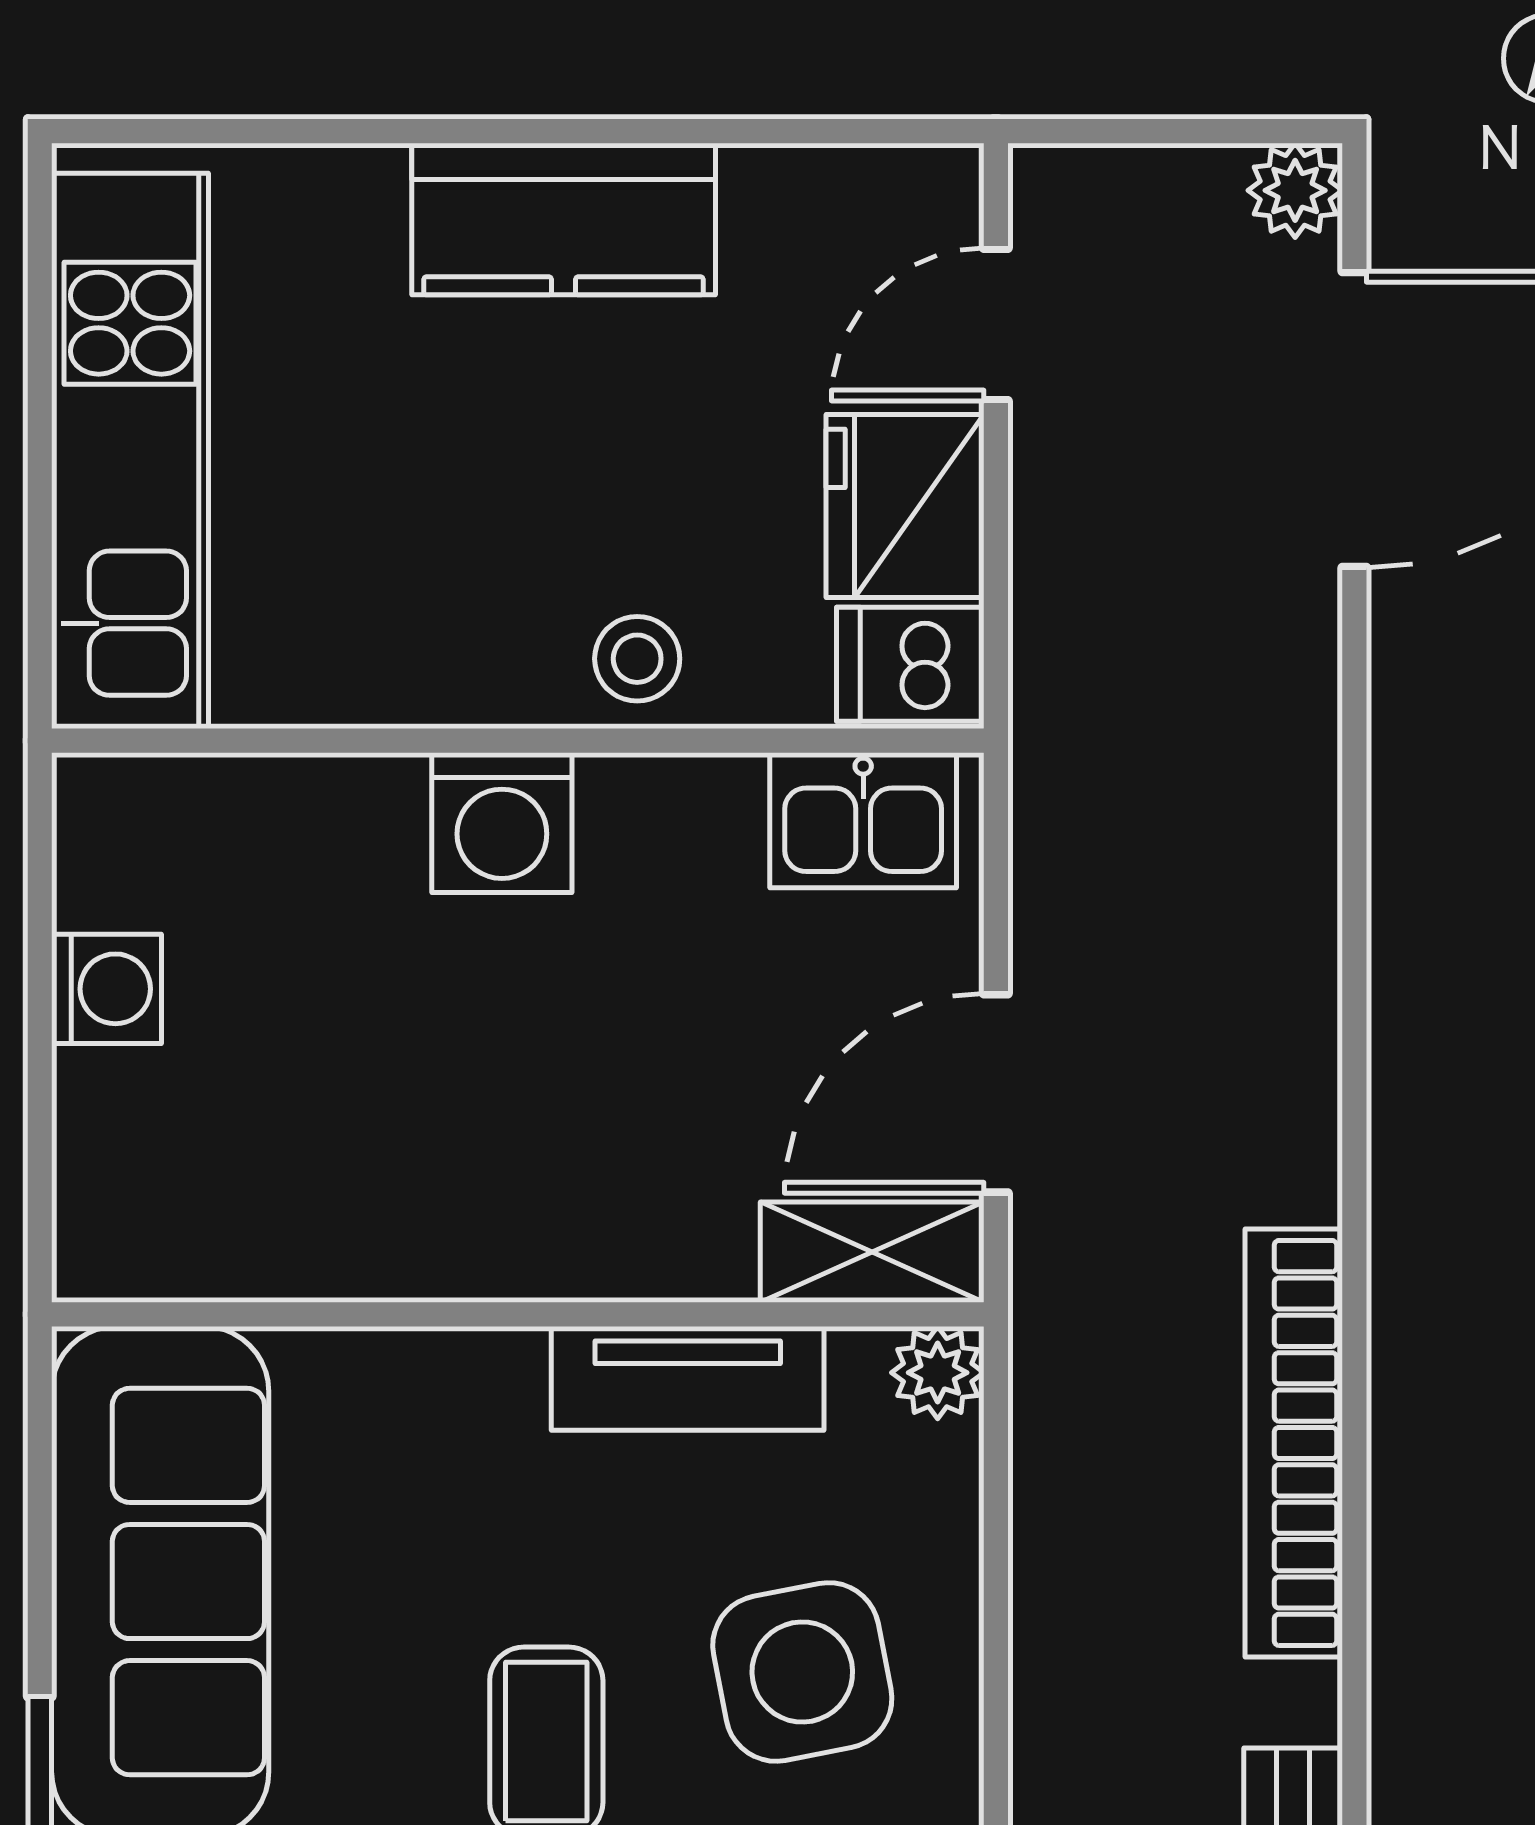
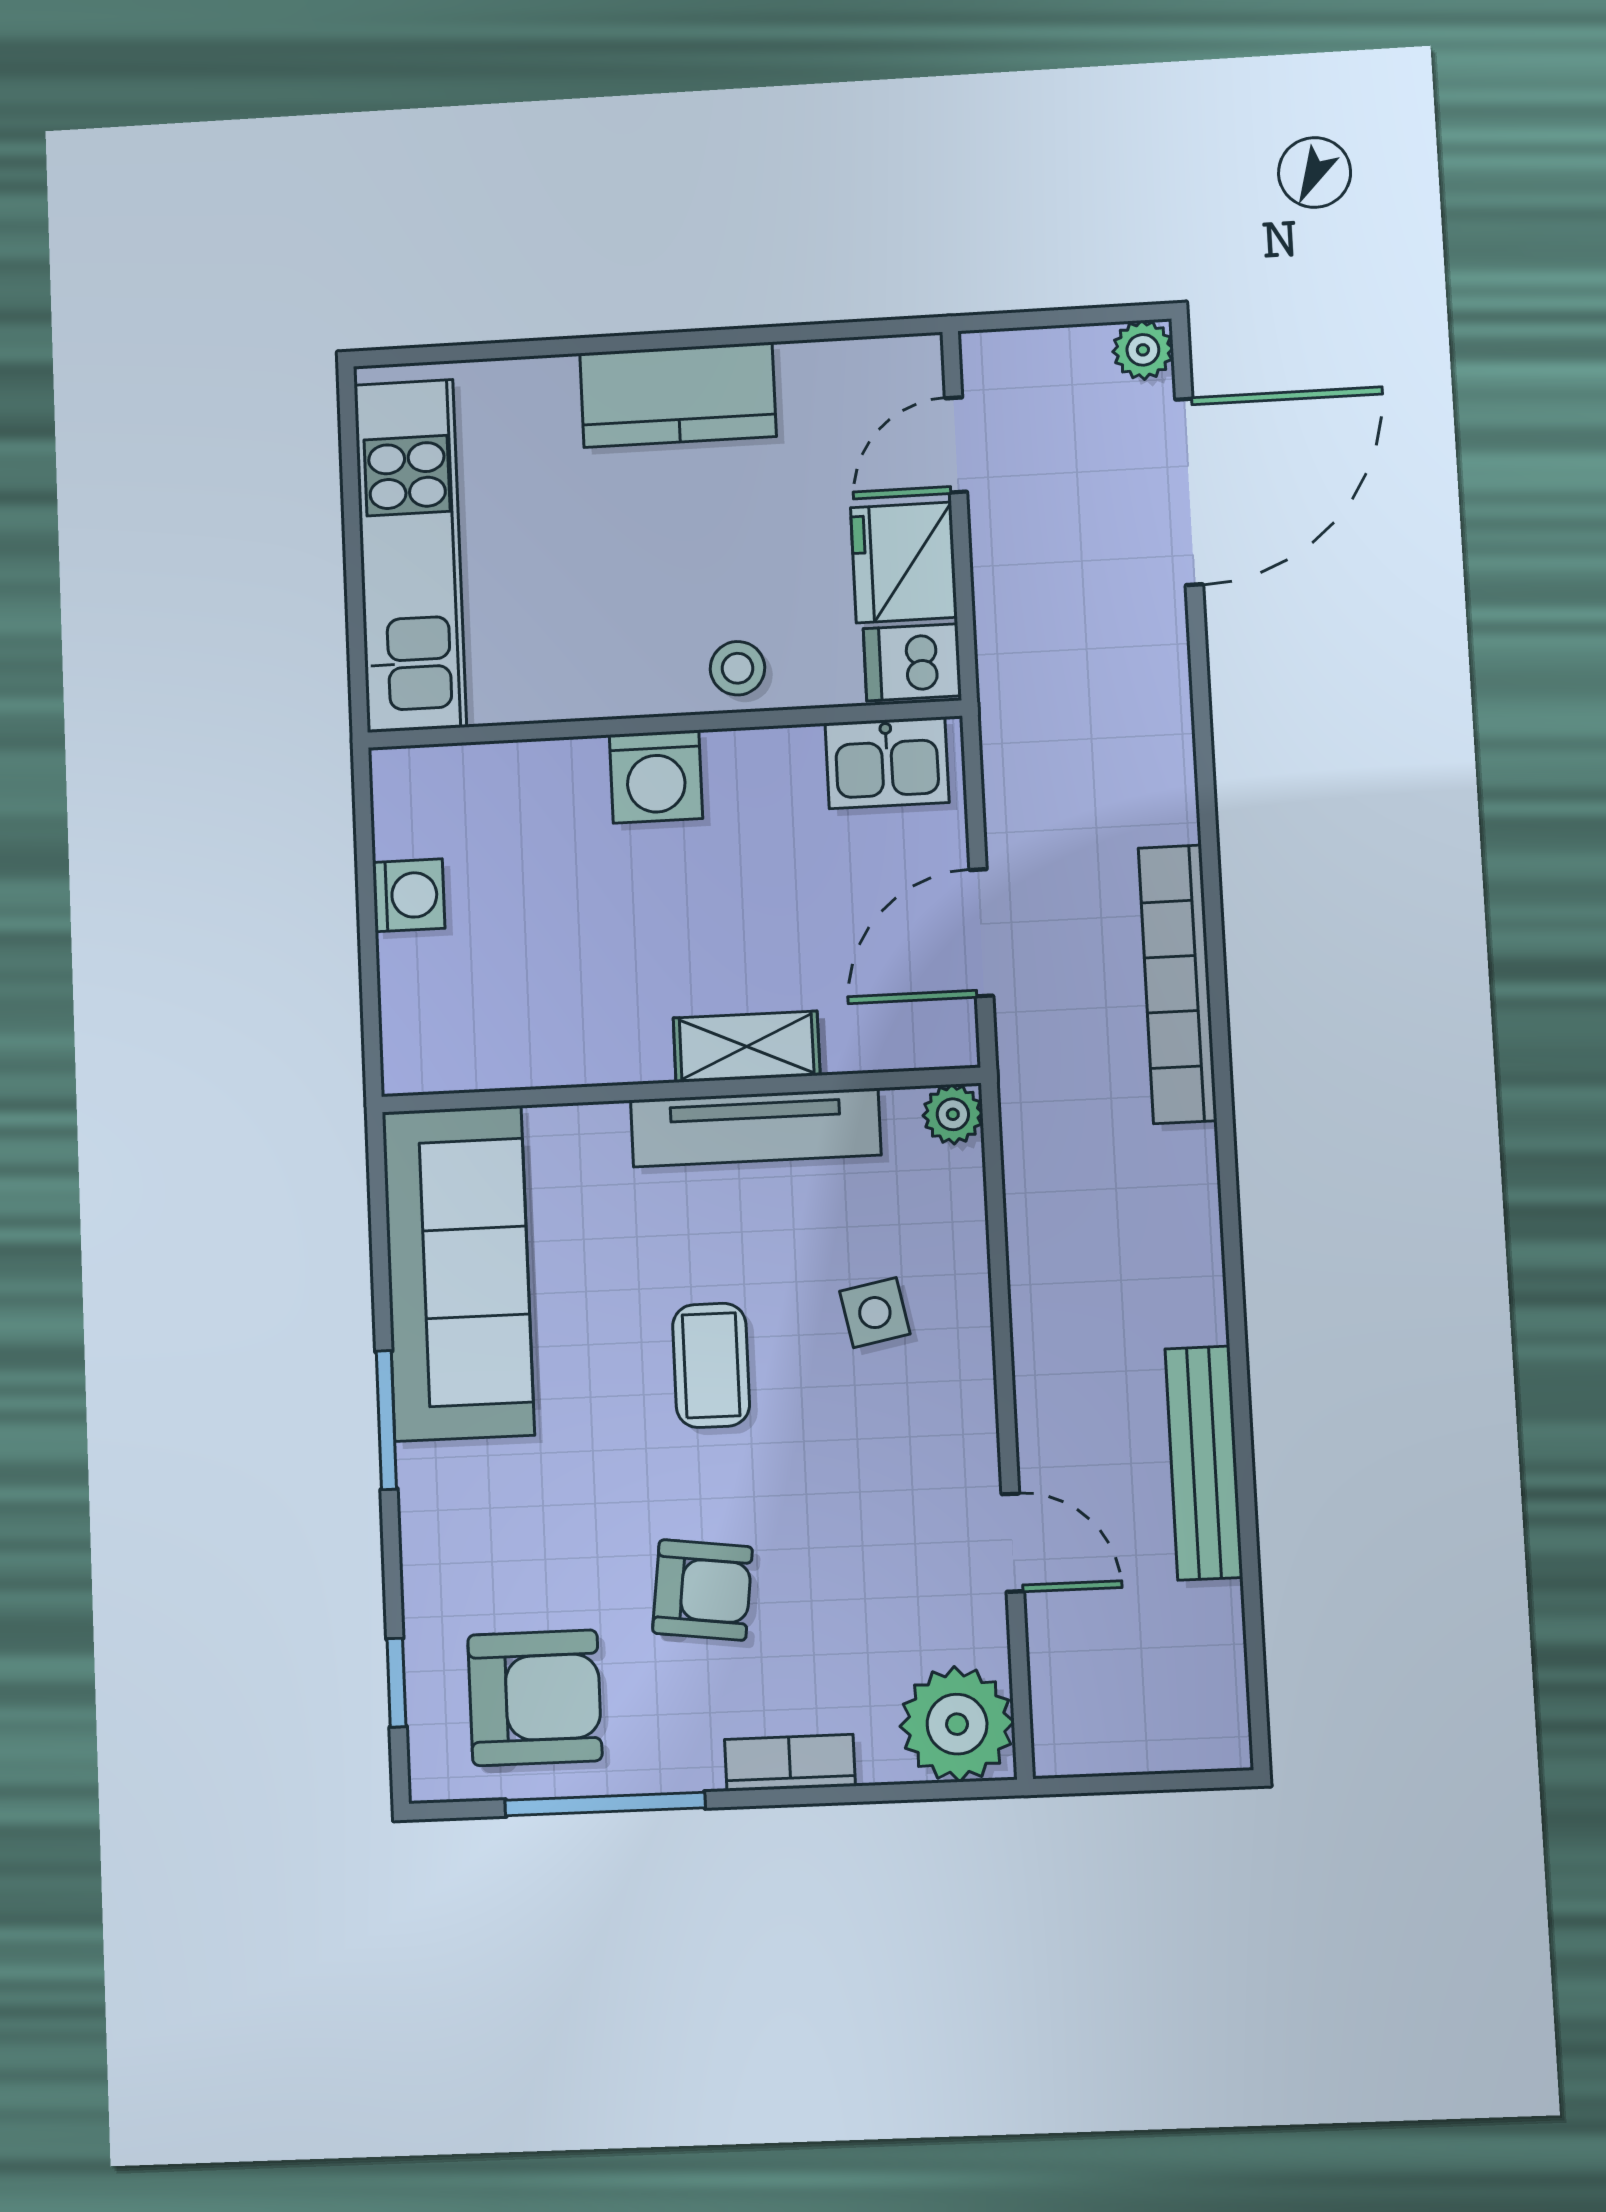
shelving: (872, 1252) -> (747, 1047), moved
tv unit: (688, 1378) -> (756, 1128), width x1.41
bookcase: (1294, 1443) -> (1178, 984), moved
side table: (802, 1672) -> (875, 1313), width x0.54, depth x0.54

